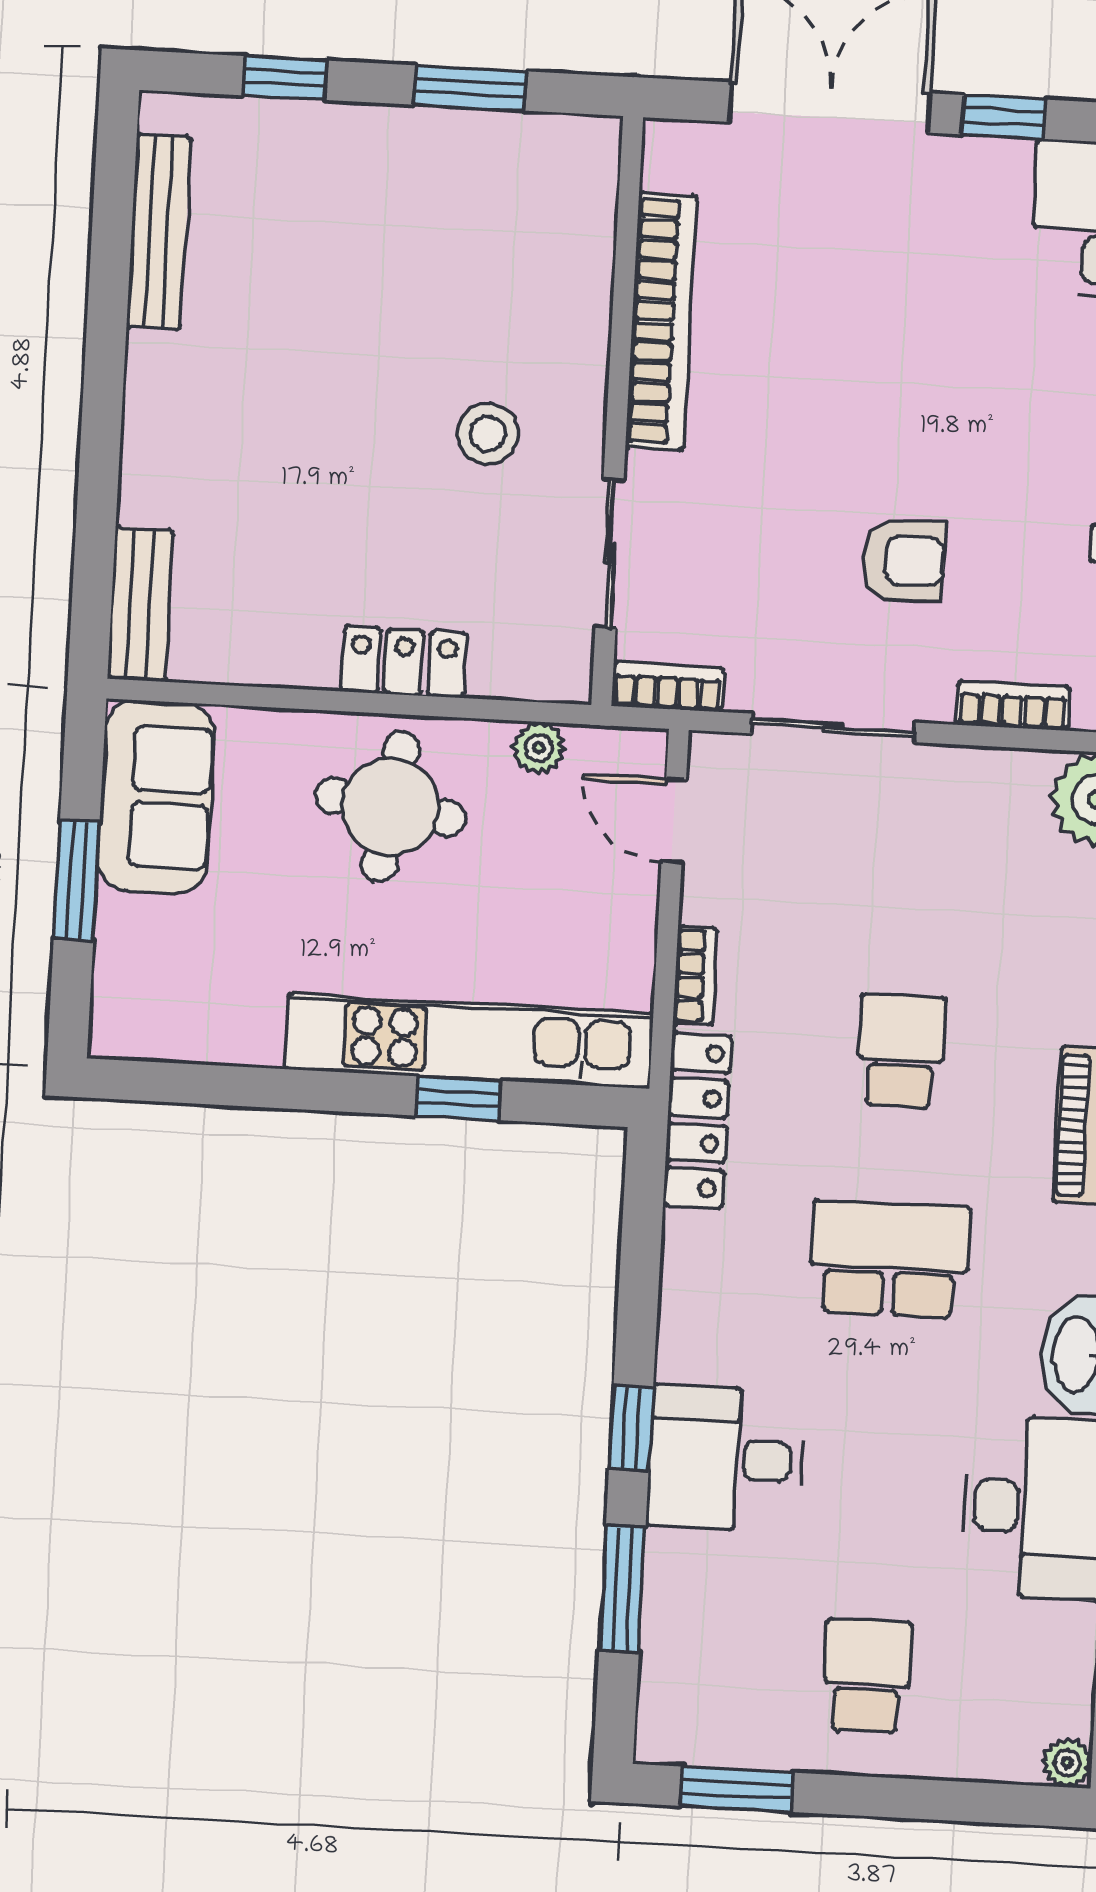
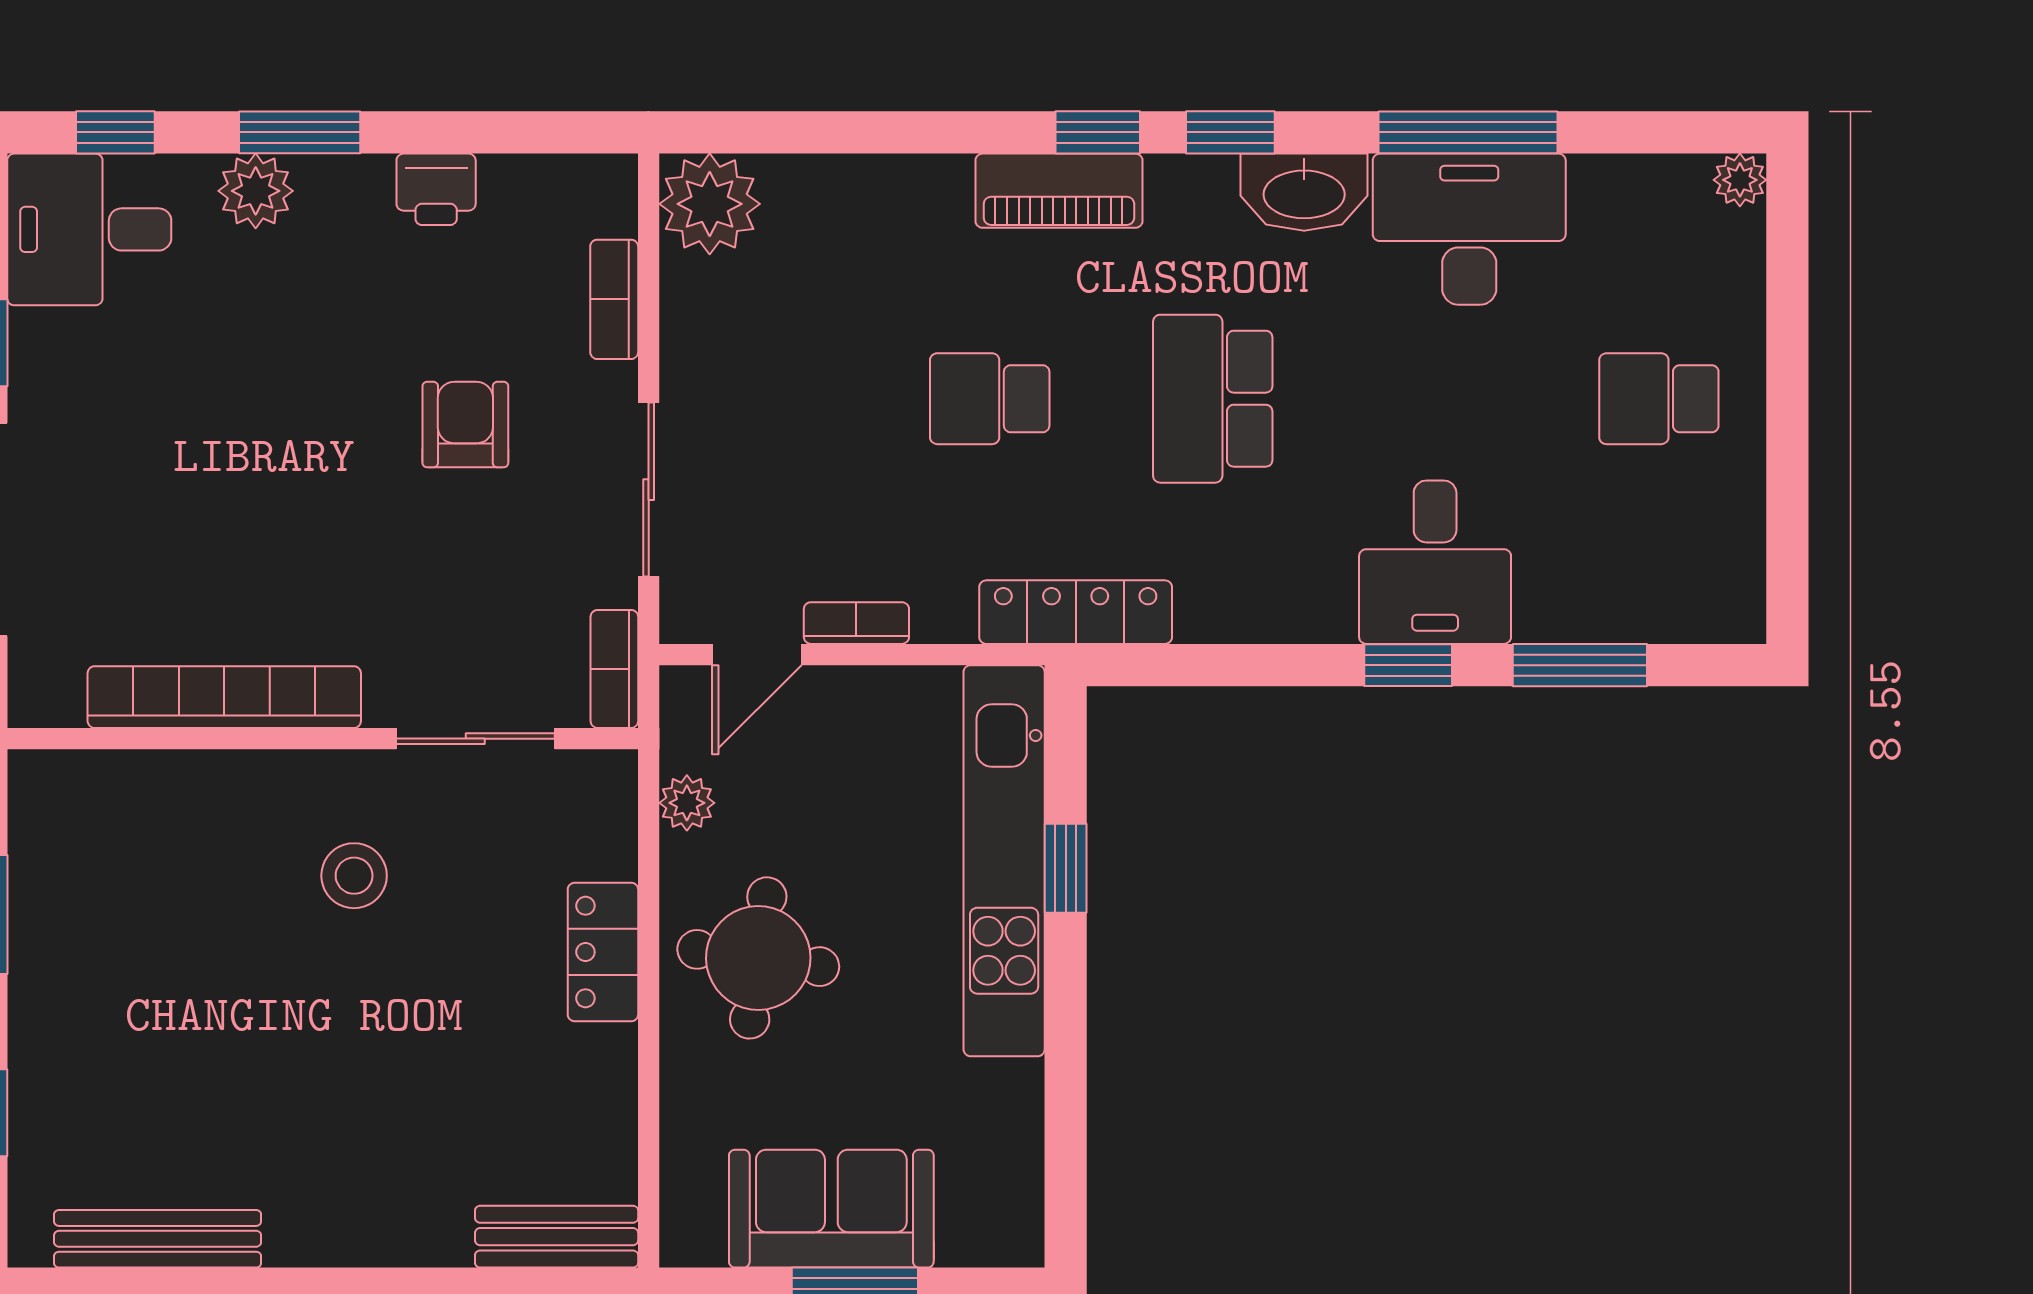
sofa: (156, 797) -> (831, 1209), moved
bookcase: (695, 976) -> (856, 623), moved
window: (736, 1789) -> (1787, 532), removed

